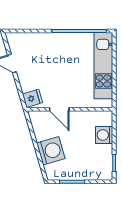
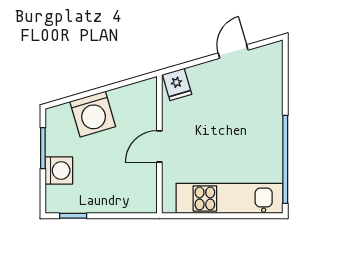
door: (59, 109) -> (159, 146), moved
washing machine: (104, 135) -> (59, 171), moved, turned 90

